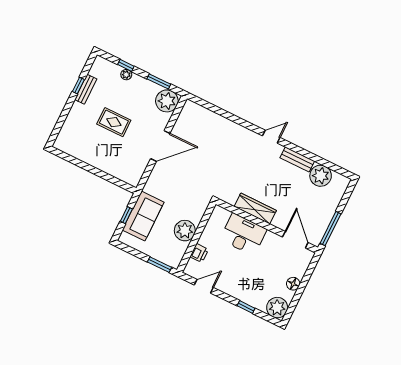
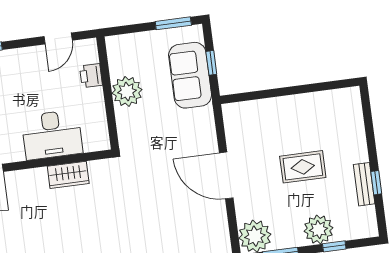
plant: (126, 75) -> (319, 229), width x1.88, depth x1.88
door: (160, 146) -> (226, 175), hinge flipped
wardrobe: (255, 208) -> (68, 175), width x0.67
window: (160, 265) -> (173, 23), moved

